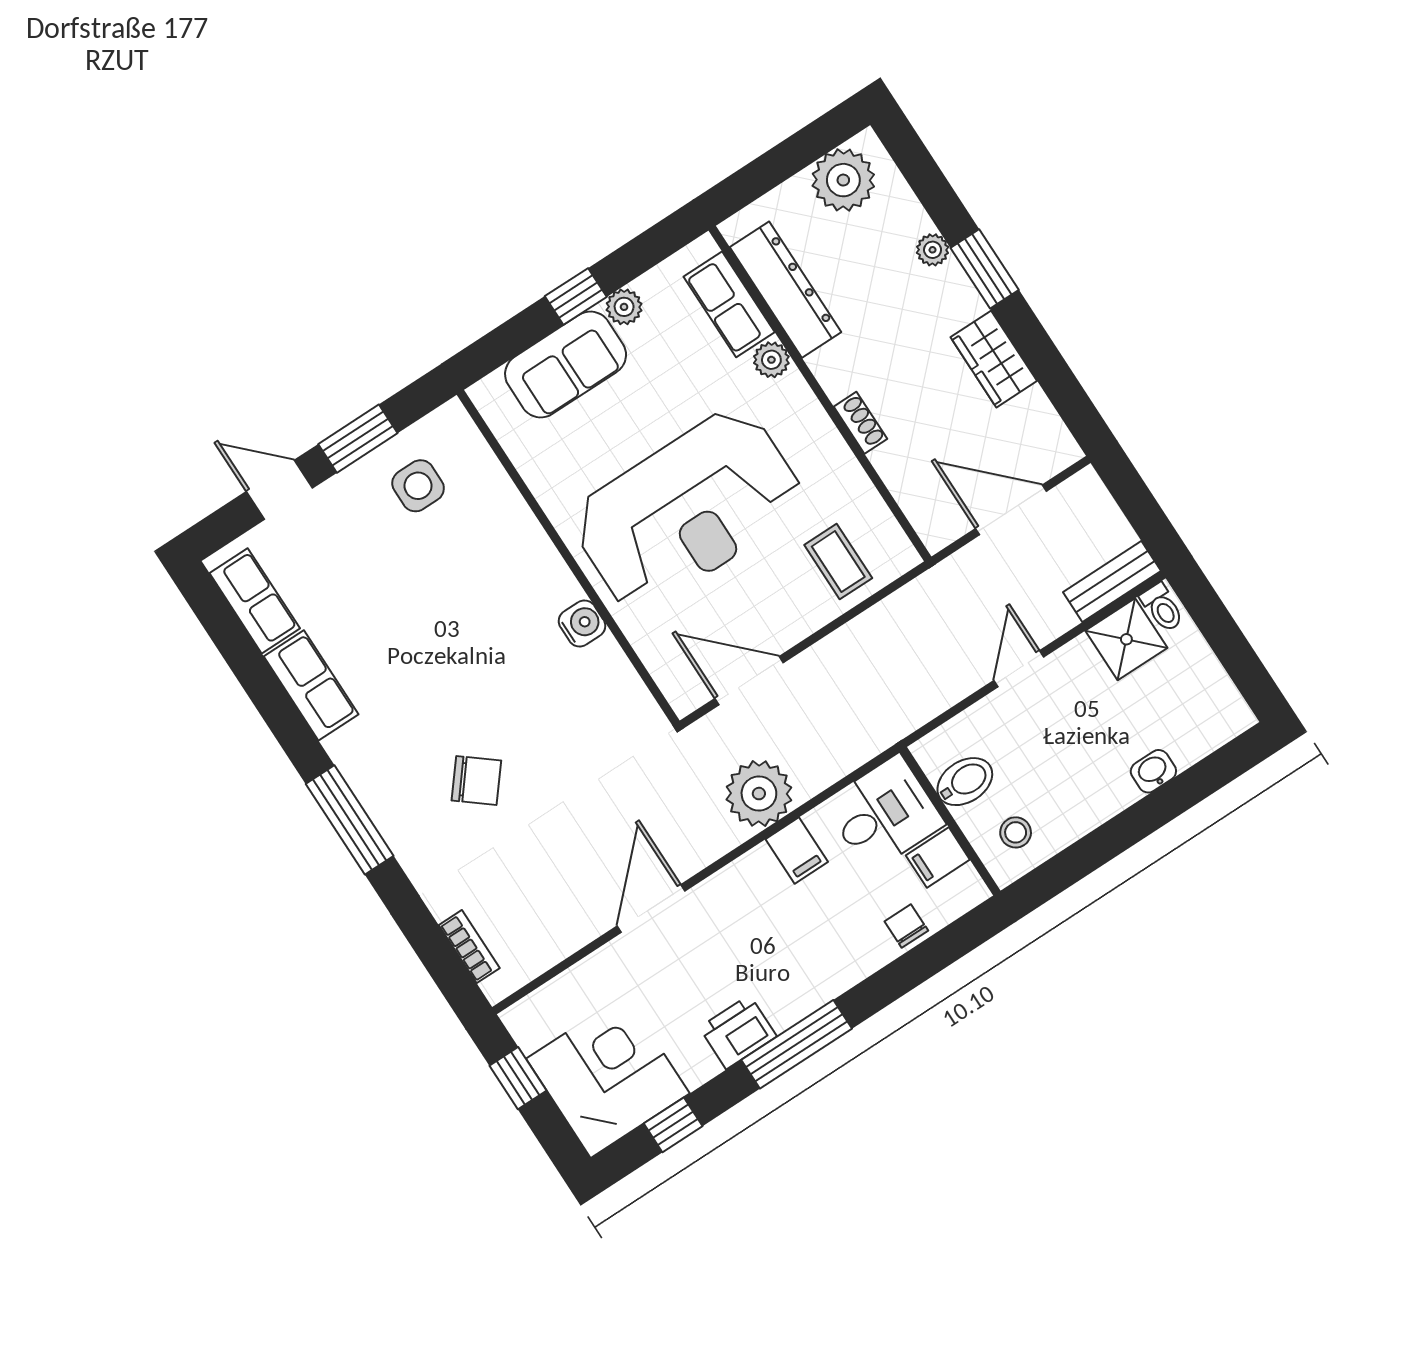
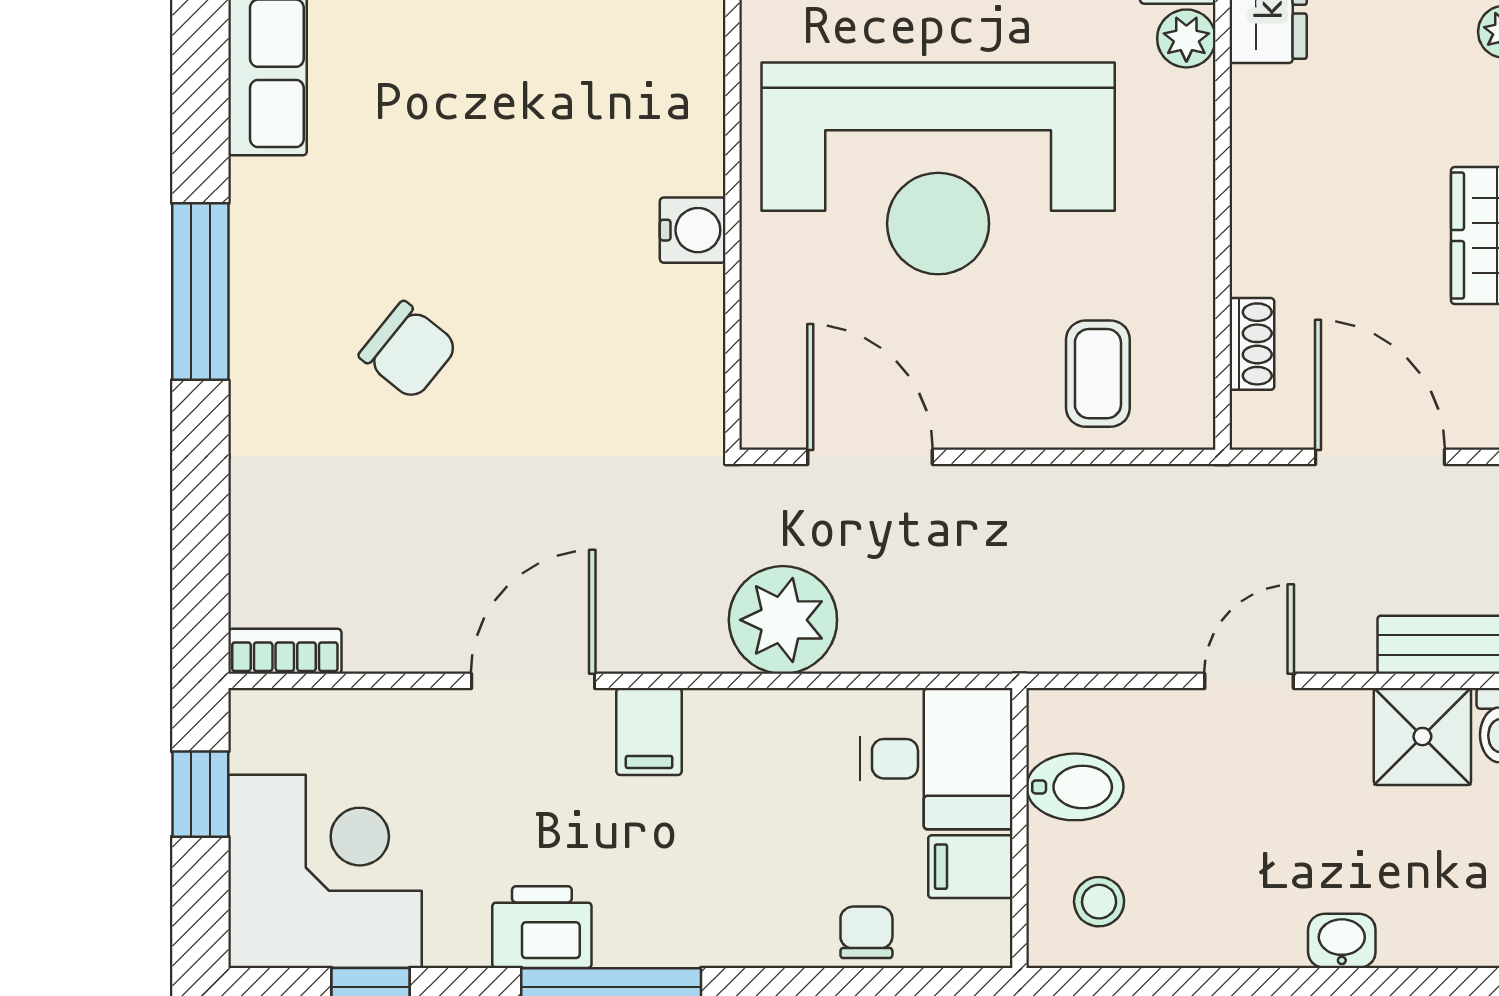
shoe rack: (860, 423) -> (1252, 344), moved
filing cabinet: (797, 850) -> (649, 731), moved
bookcase: (469, 947) -> (285, 651), moved, turned -90

